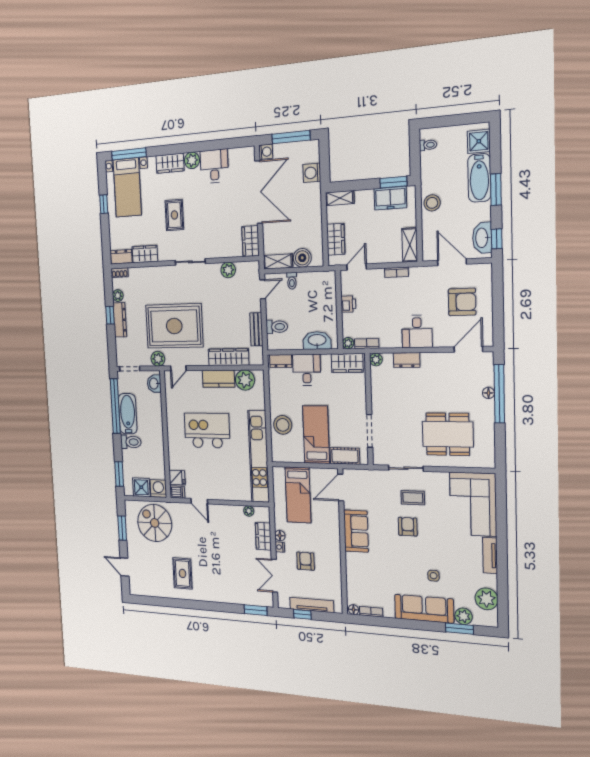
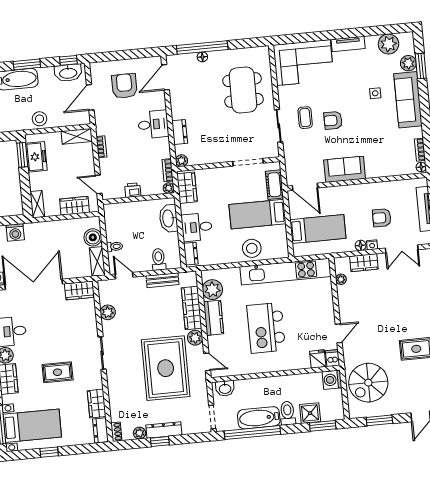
door: (468, 349) -> (165, 77), hinge flipped
plant: (158, 359) -> (195, 338), moved
shower: (141, 487) -> (310, 413), moved

